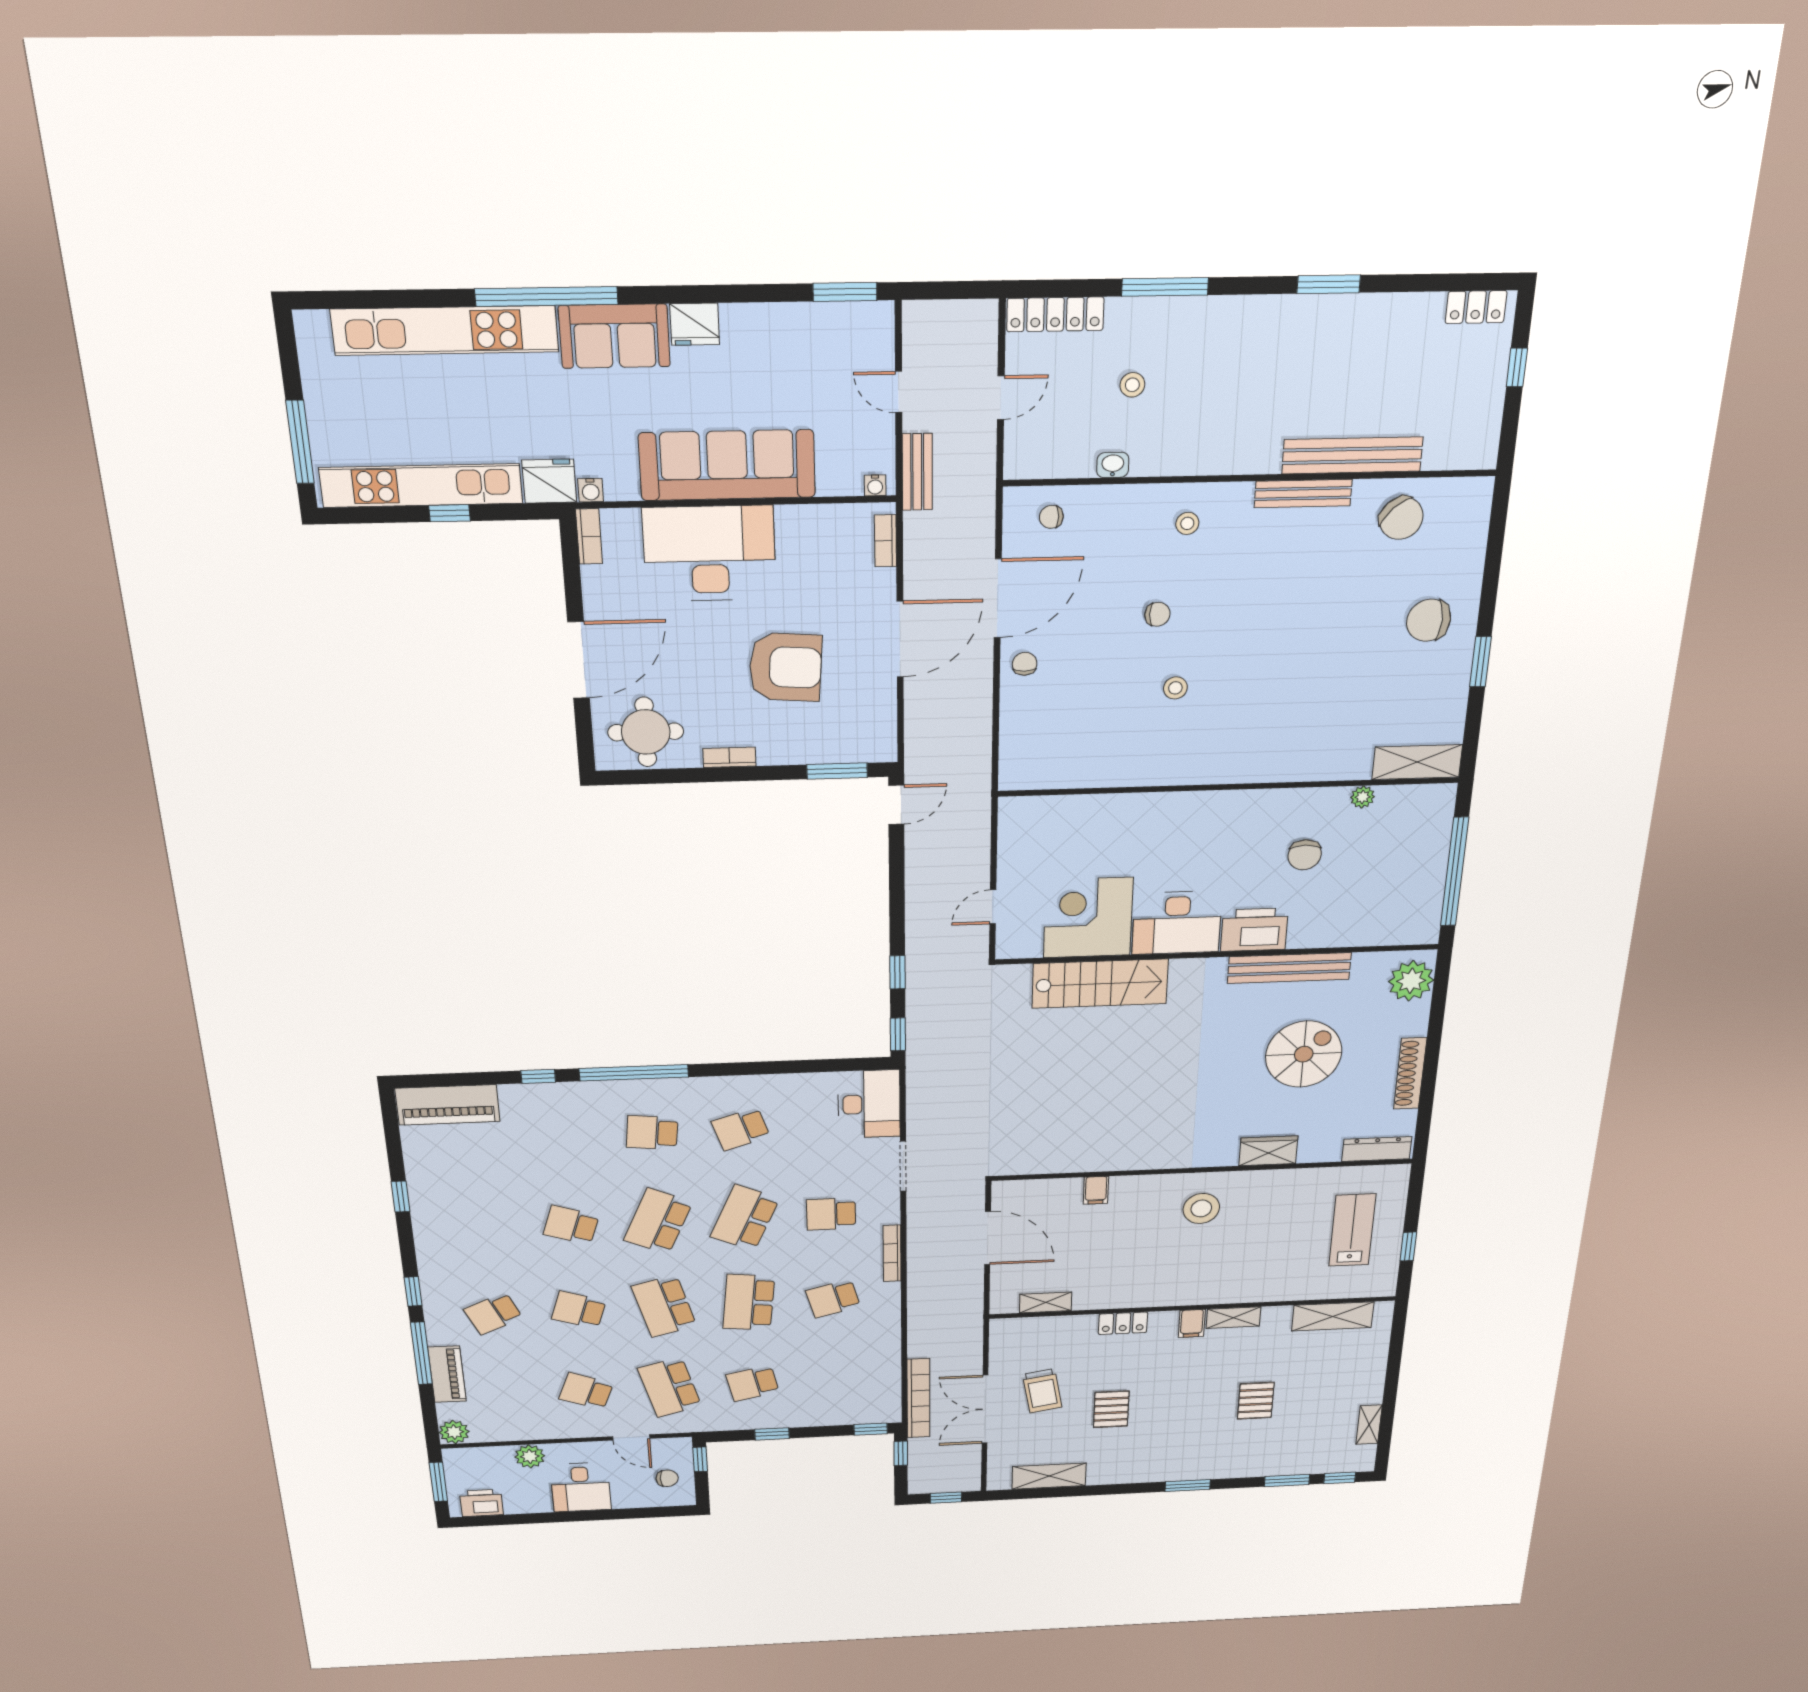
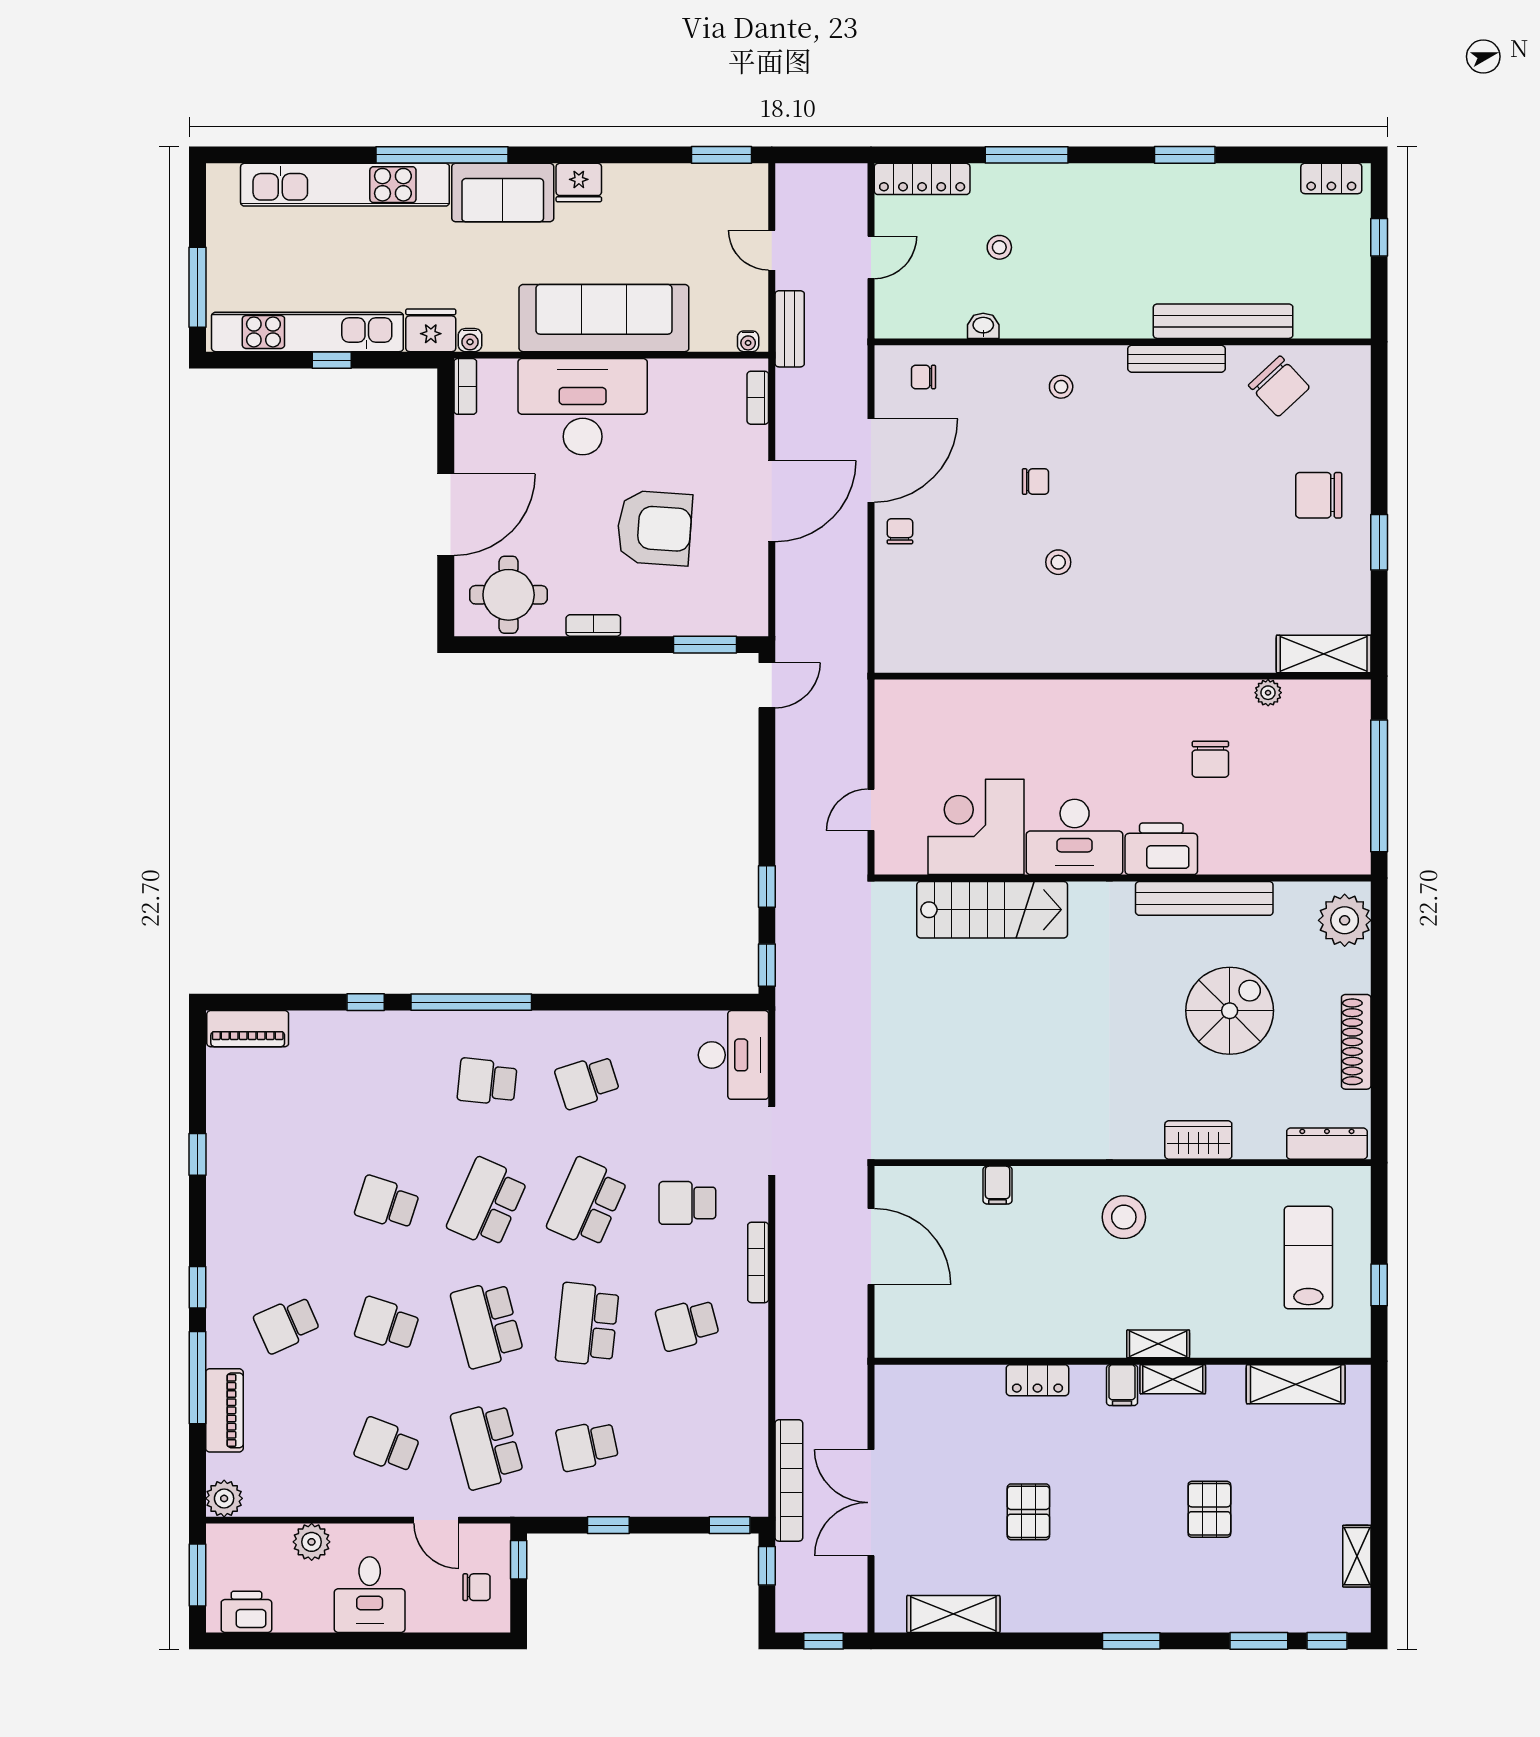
piano: (448, 1105) -> (248, 1029), width x0.73, depth x0.75
shelving: (1046, 1302) -> (1158, 1344), moved
trolley: (1042, 1391) -> (941, 1478), removed

